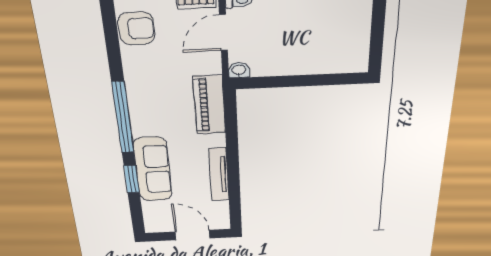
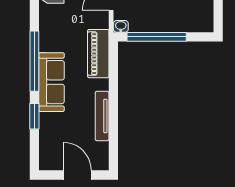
window: (289, 81) -> (157, 37), added
sofa: (153, 169) -> (52, 82), moved

